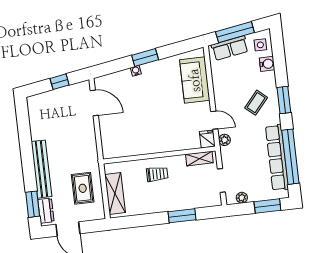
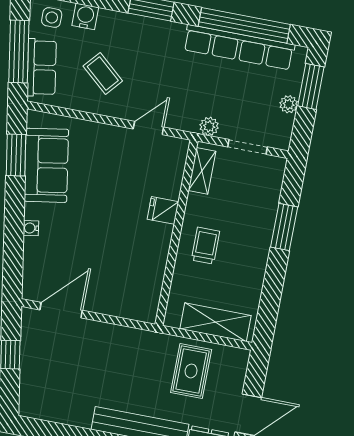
window: (145, 58) -> (16, 155), moved
sofa: (195, 80) -> (46, 165), moved, turned -99
coffee table: (256, 103) -> (103, 73), moved
fridge: (207, 139) -> (163, 210), moved
plant: (225, 140) -> (209, 126), moved
rug: (83, 188) -> (191, 371), turned 90
plant: (242, 198) -> (289, 104), moved

